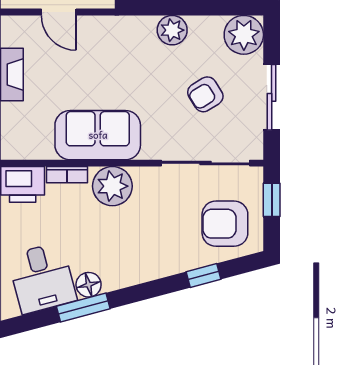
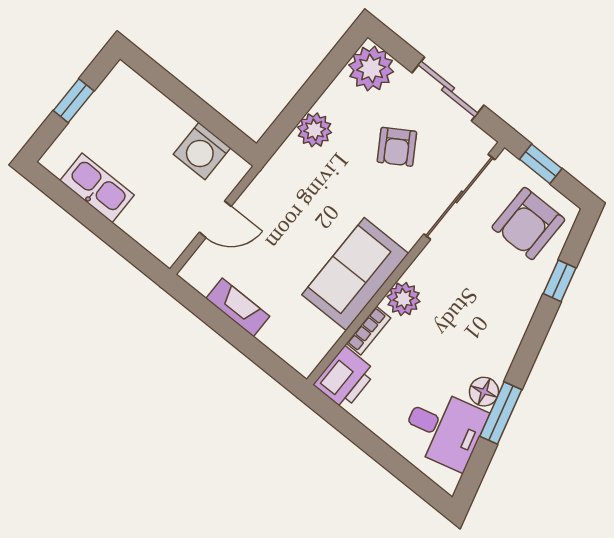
plant: (112, 186) -> (403, 299), width x0.73, depth x0.73

